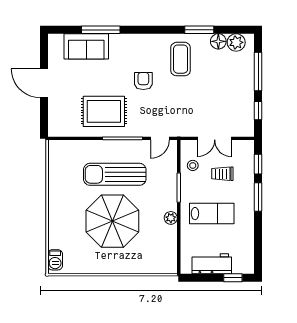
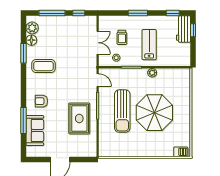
armchair: (143, 81) -> (41, 101), moved
window: (258, 164) -> (173, 13), moved
workbench: (212, 264) -> (183, 29), moved

